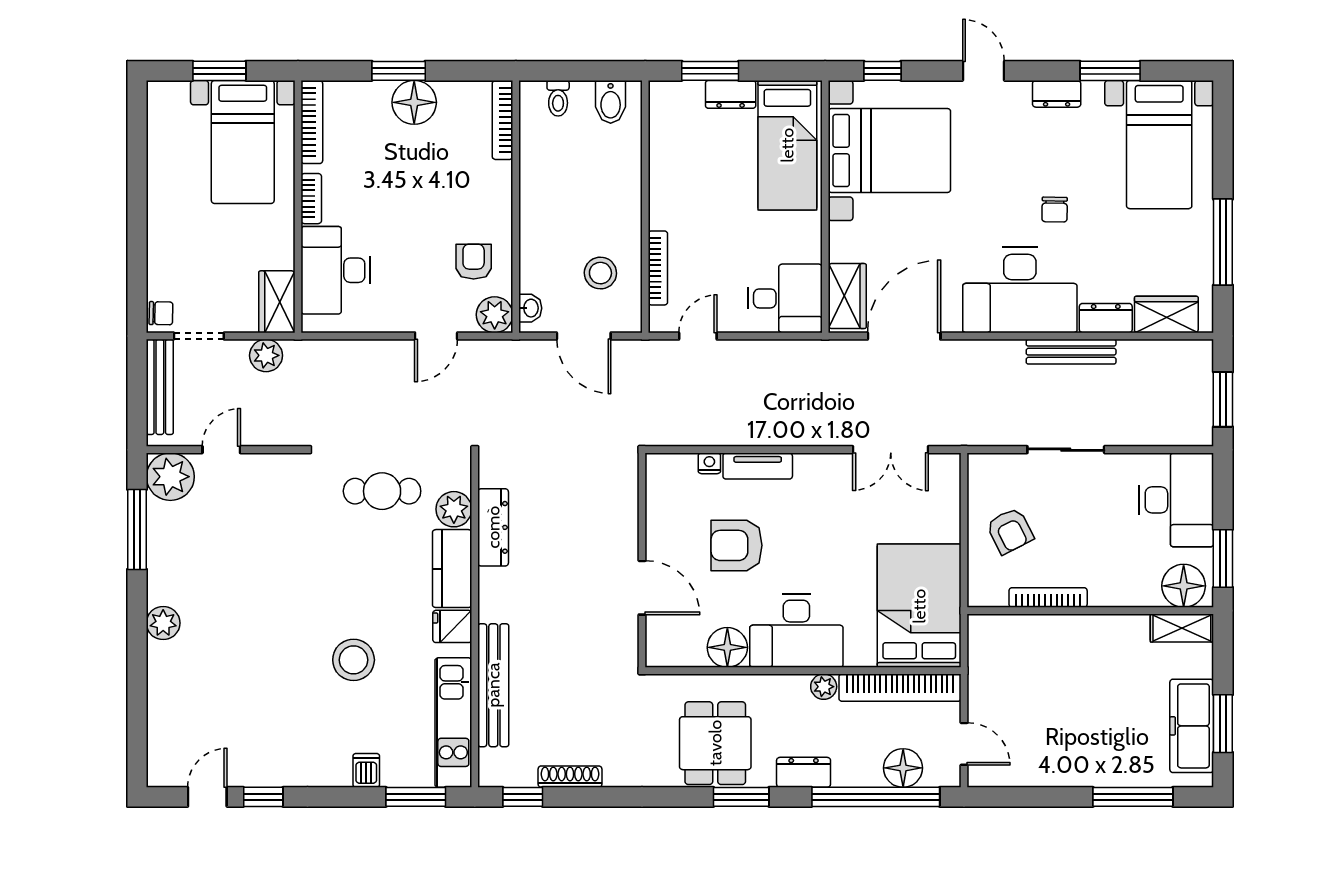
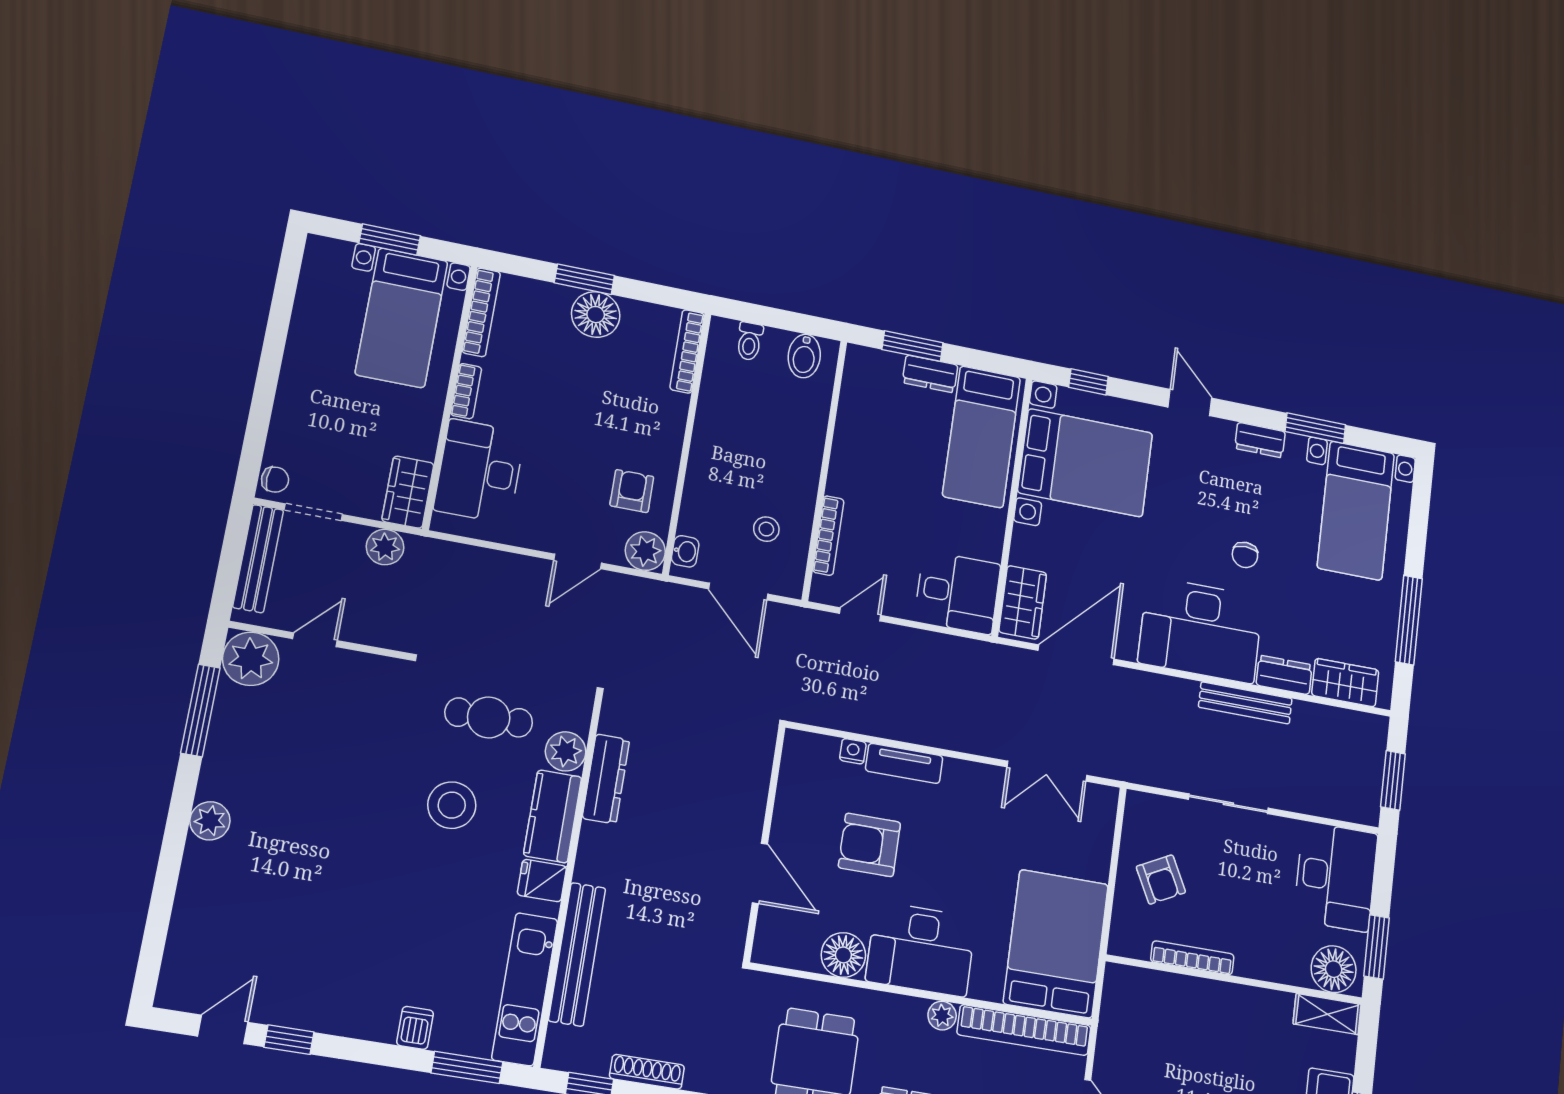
stool: (600, 273) -> (766, 529), width x0.73, depth x0.73
stool: (354, 660) -> (452, 805), moved

